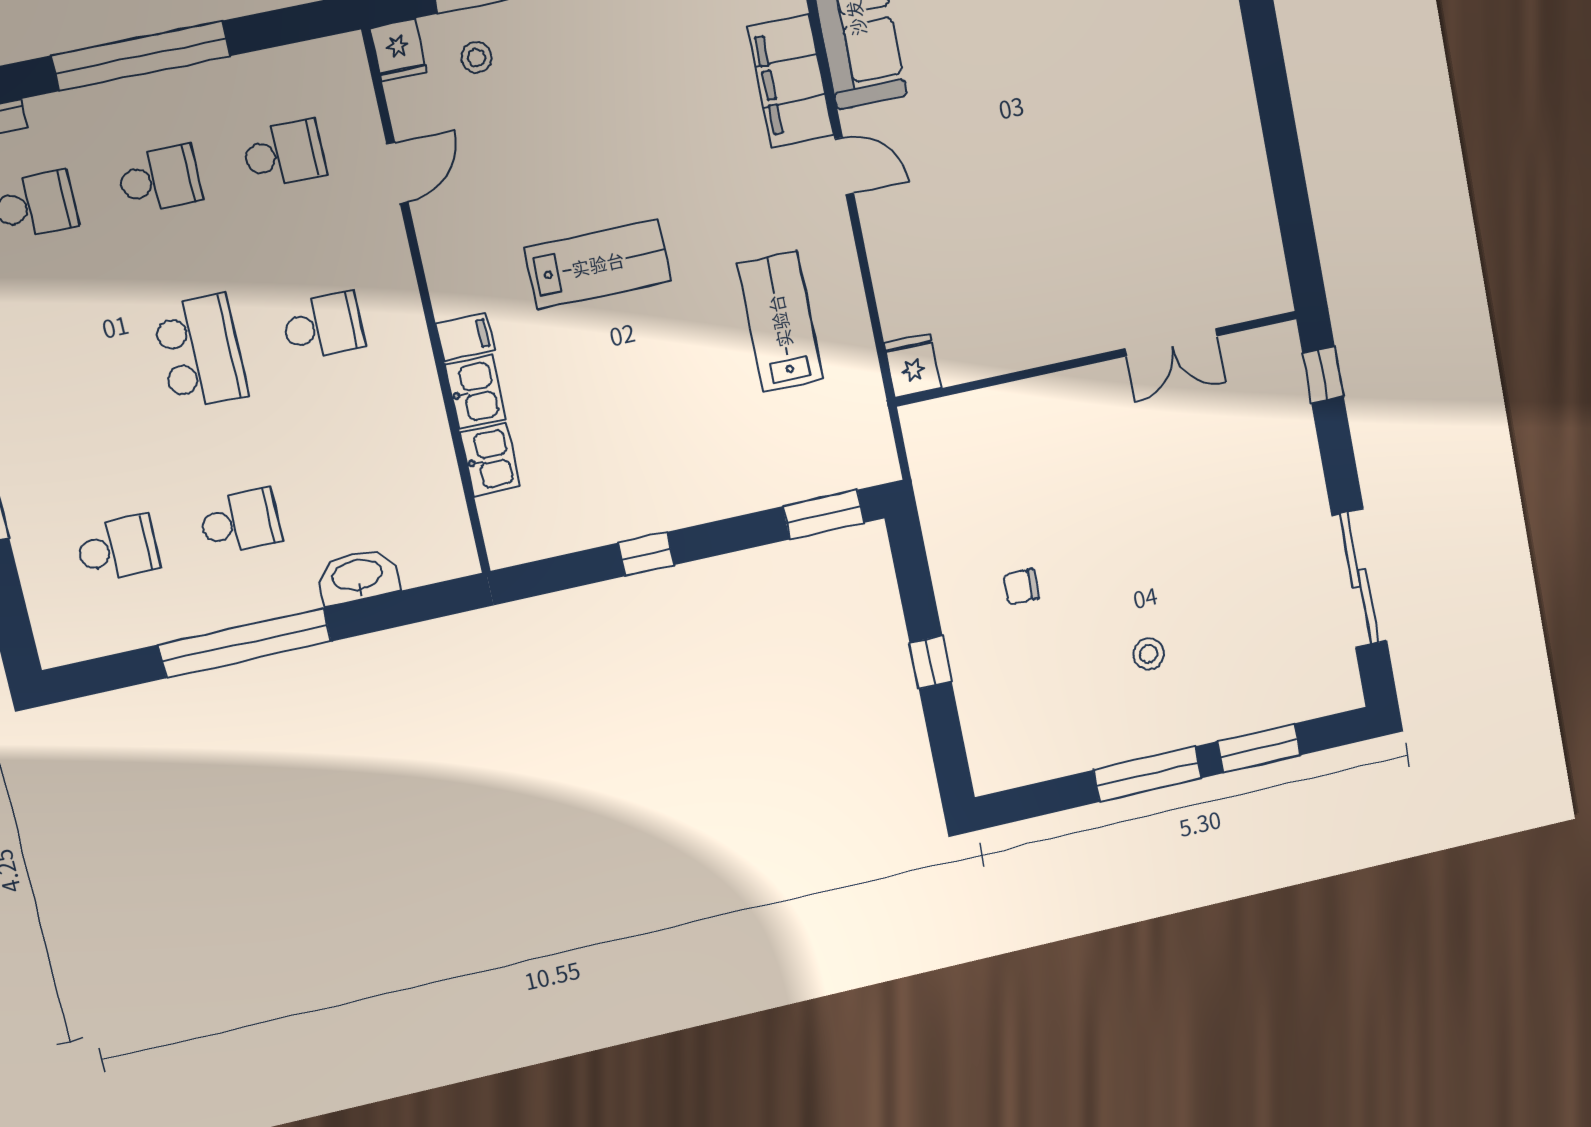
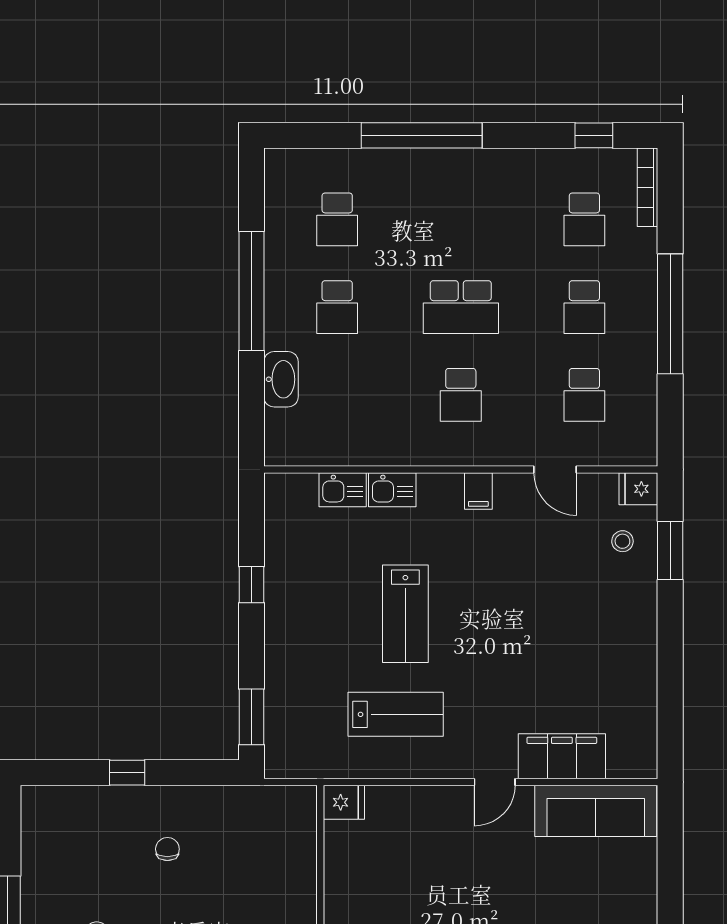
lab bench: (598, 264) -> (405, 614), moved
filing cabinet: (465, 337) -> (478, 491), moved

